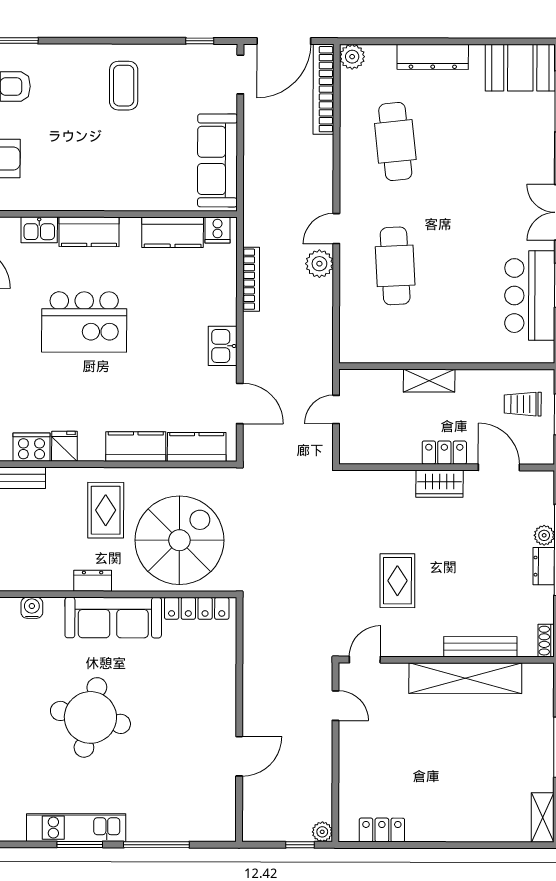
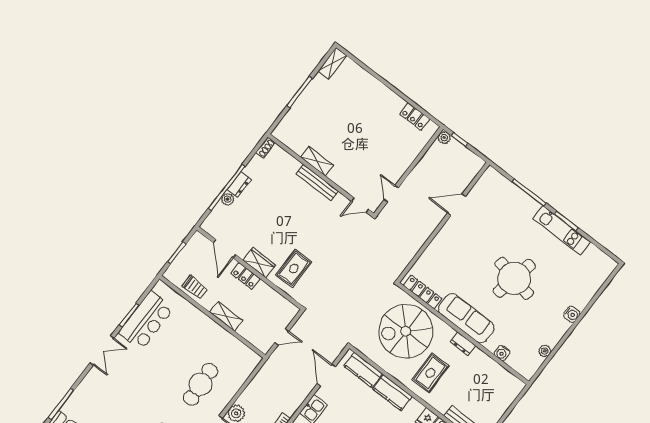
trolley: (523, 404) -> (195, 287), moved
rug: (397, 581) -> (294, 268), moved
bench: (480, 647) -> (317, 182), moved
shelving: (465, 678) -> (317, 161), width x0.45, depth x0.75

